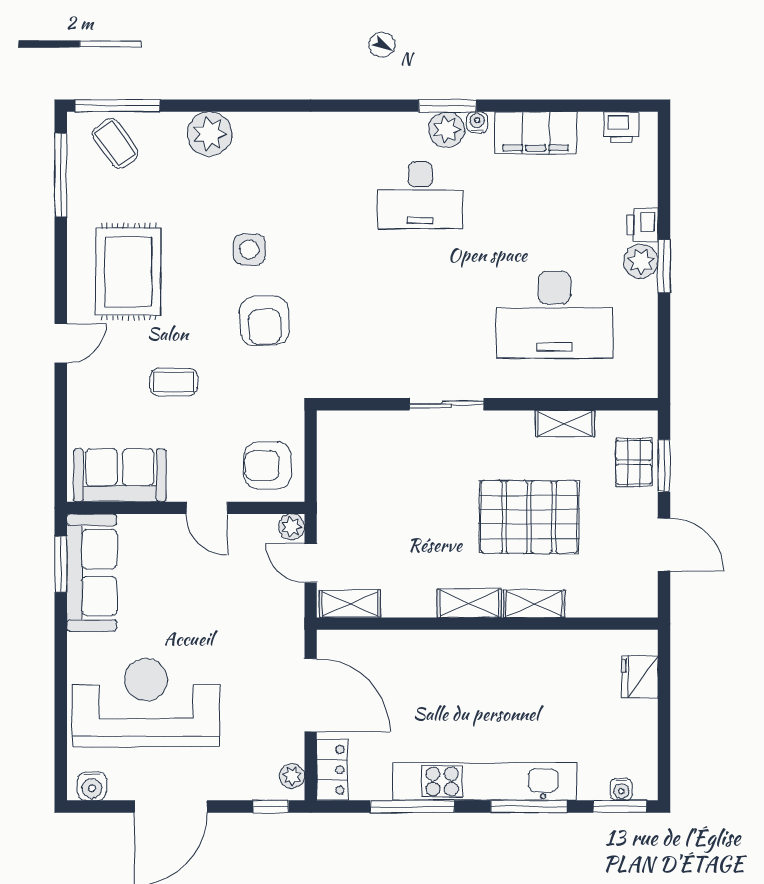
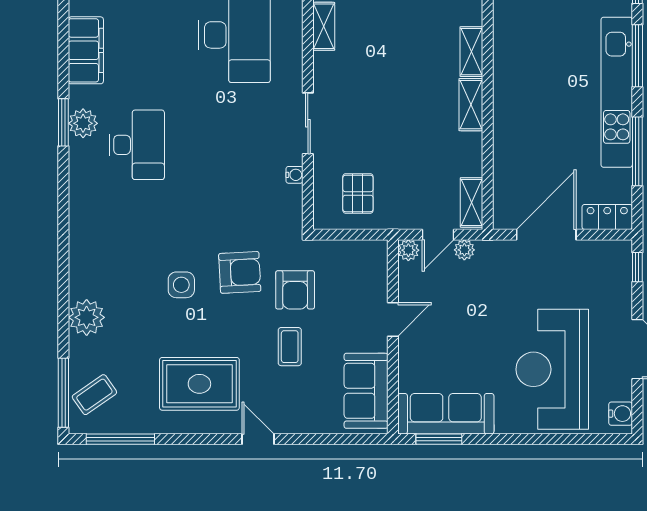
water cooler: (477, 122) -> (294, 175), moved, turned 180
armchair: (268, 465) -> (295, 290), moved
pallet: (529, 517) -> (358, 193), moved, width x0.49, depth x0.50
plant: (292, 776) -> (464, 250), moved

